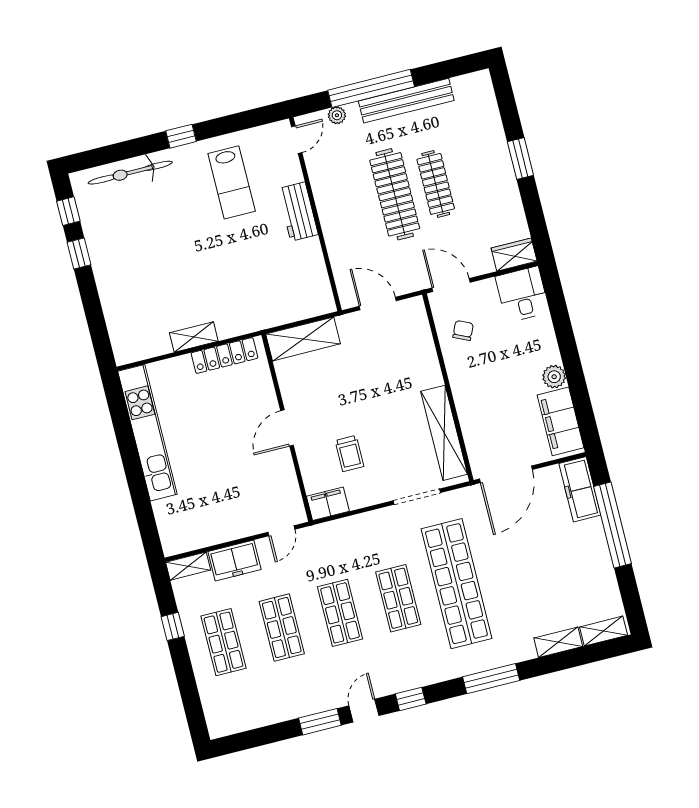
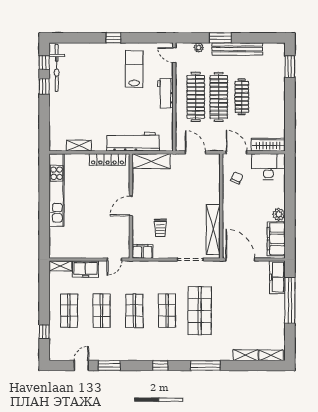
window: (371, 88) -> (220, 38), width x0.47
door: (297, 140) -> (174, 55), swing flipped
window: (520, 158) -> (290, 66), moved
bicycle: (130, 173) -> (57, 68), moved, turned -90
lab bench: (232, 182) -> (134, 69), turned 180
clothes rail: (354, 205) -> (196, 97), added
wardrobe: (514, 255) -> (268, 145), width x1.50
desk: (522, 294) -> (268, 167), width x1.37
workbench: (262, 312) -> (133, 142), added
shelving: (194, 337) -> (79, 146), moved
door: (506, 474) -> (240, 260), swing flipped
shop shelf: (456, 584) -> (200, 311), width x0.71
window: (173, 626) -> (44, 332), moved
door: (364, 711) -> (81, 365), moved

